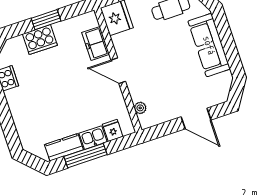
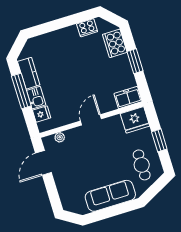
cooker: (40, 40) -> (115, 43), moved
freezer: (96, 43) -> (128, 98), moved
door: (196, 118) -> (43, 163), moved

